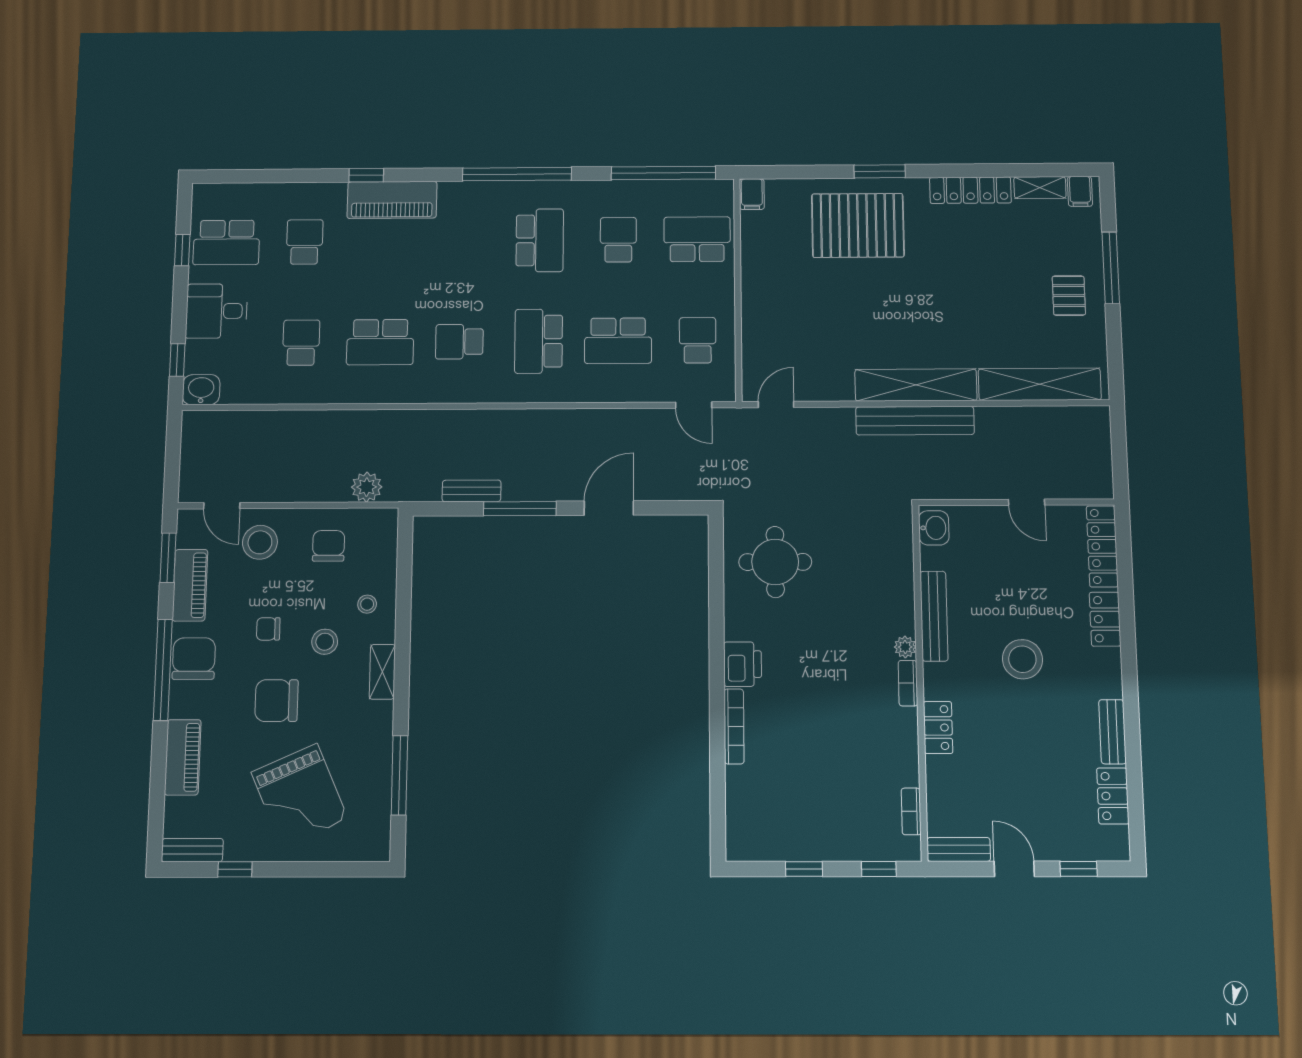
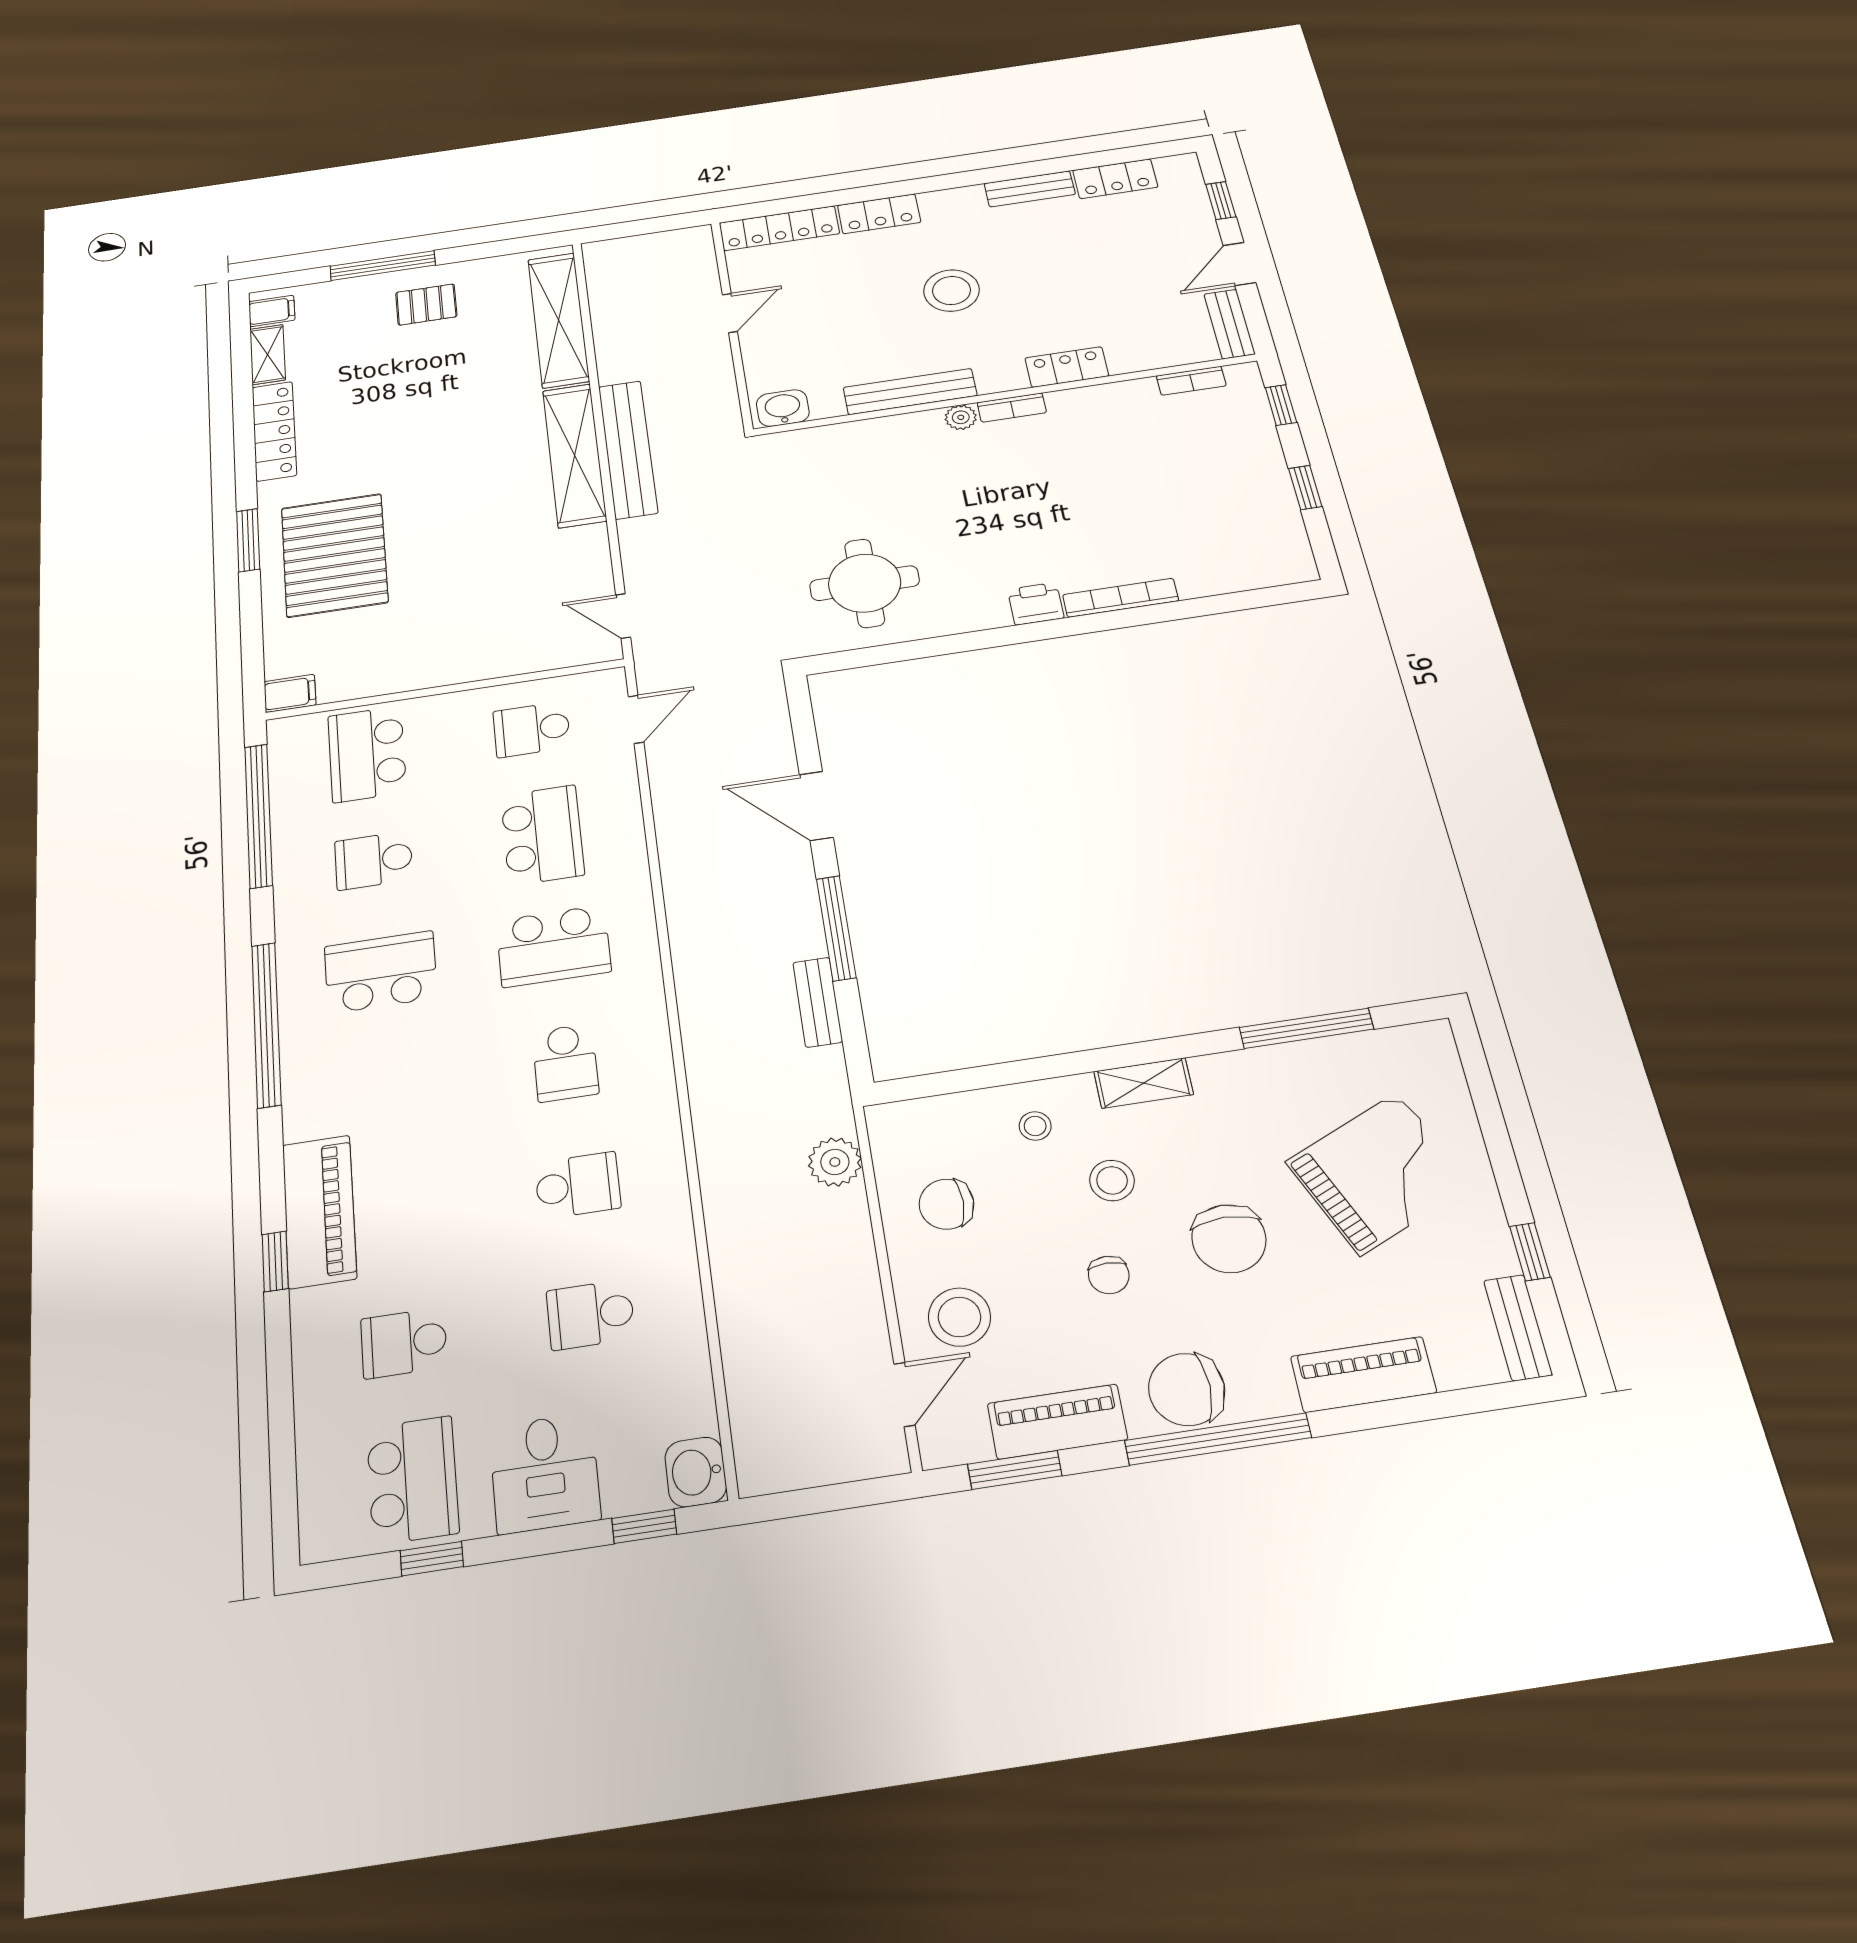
school desk: (380, 342) -> (578, 1185), width x0.54
printer: (743, 664) -> (1036, 604), width x0.73, depth x0.81

